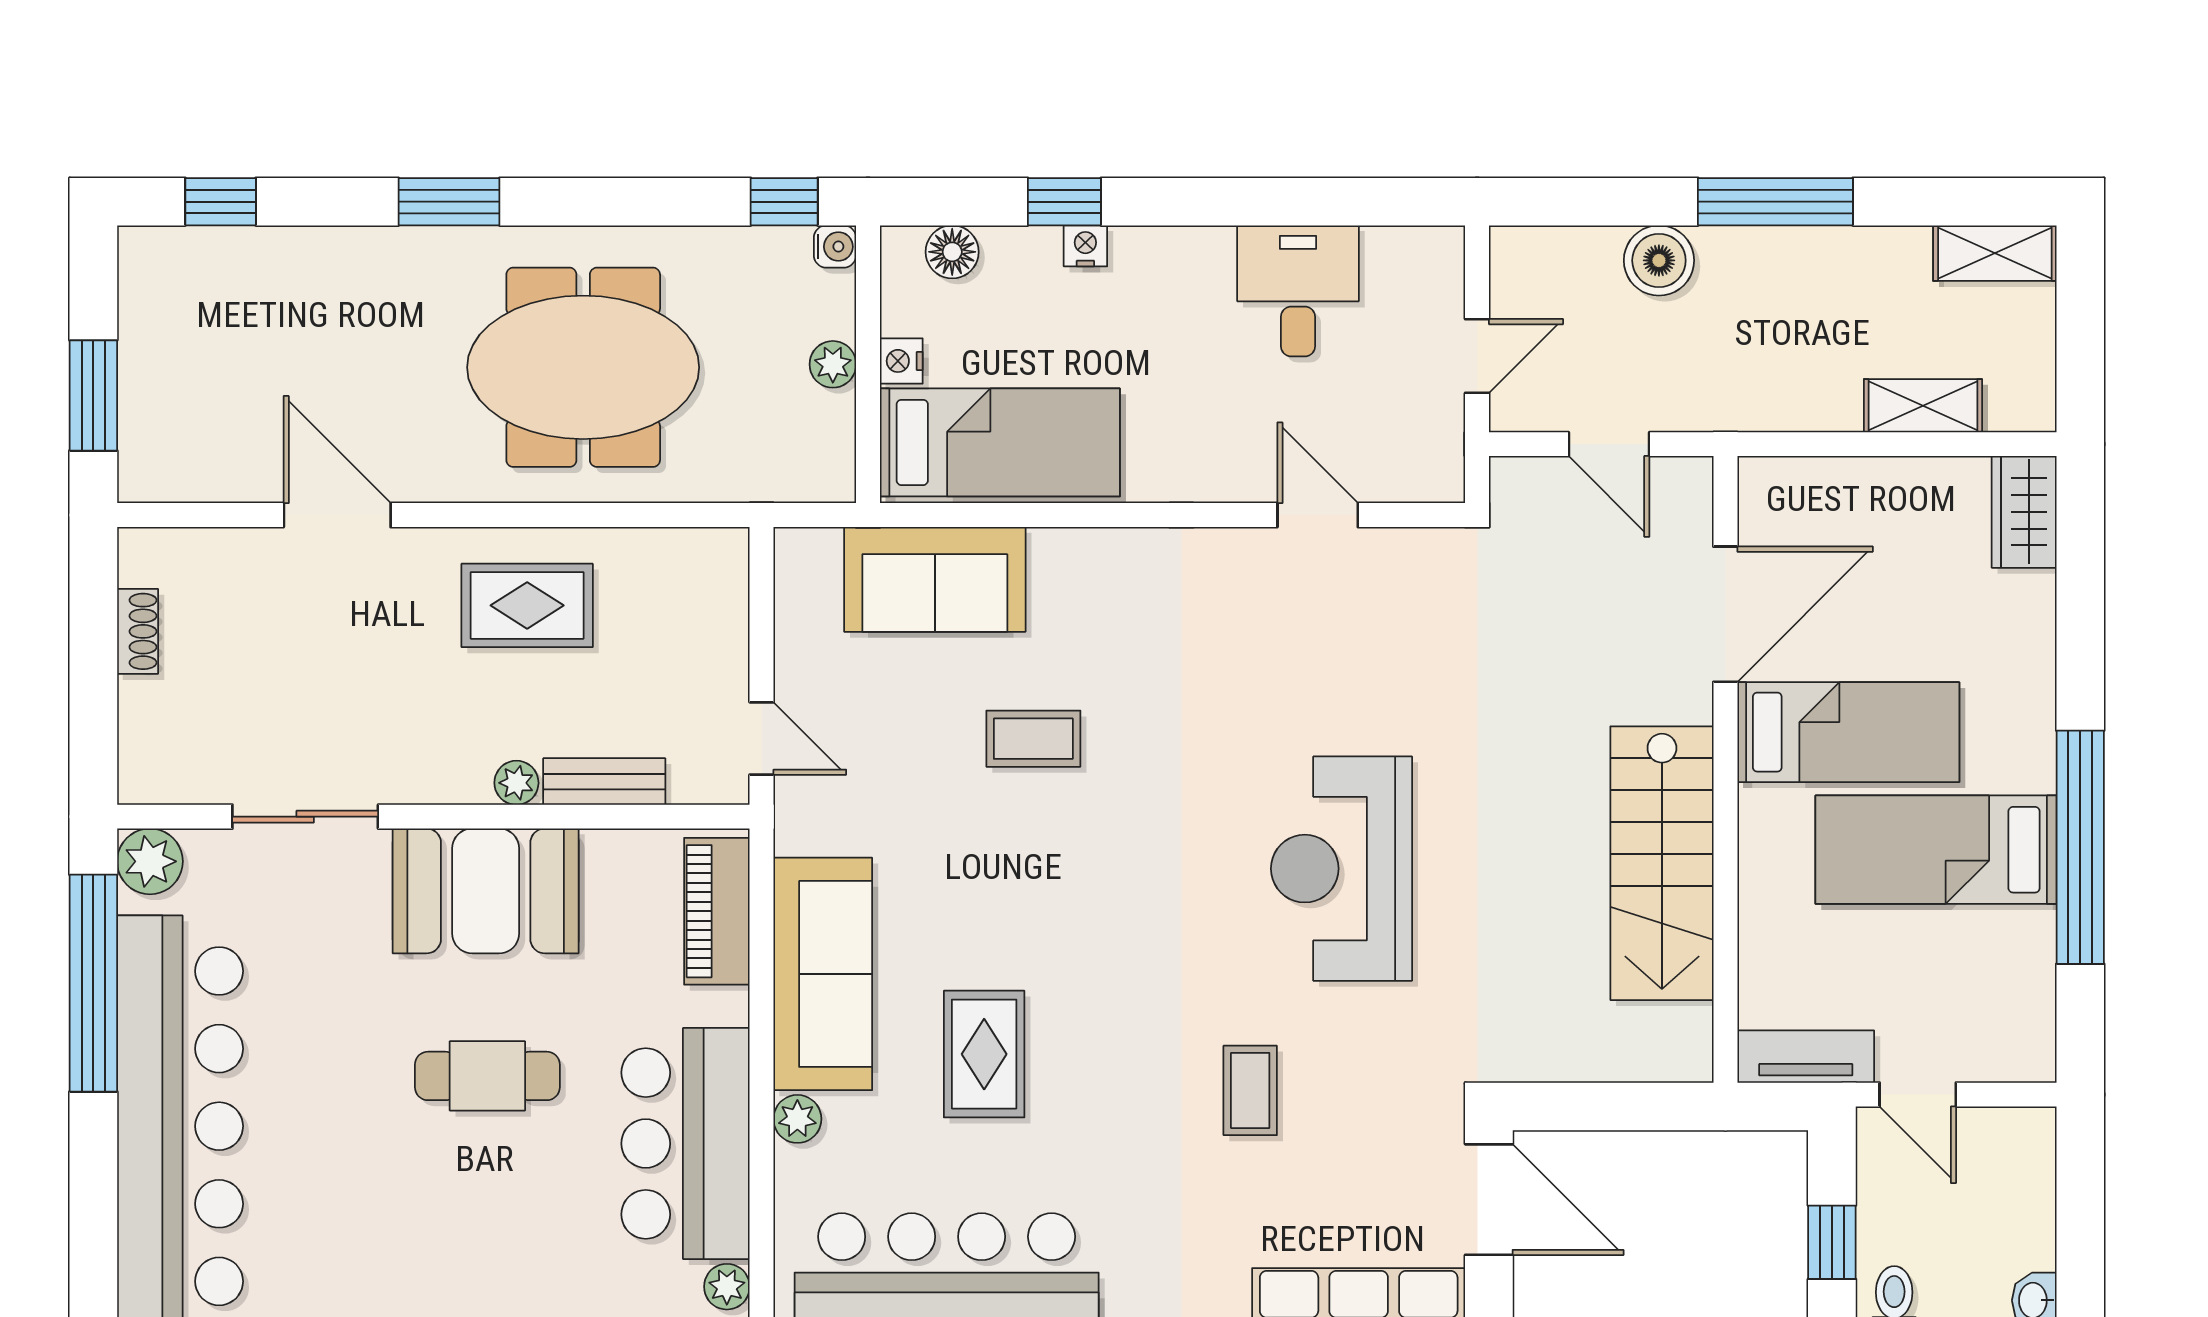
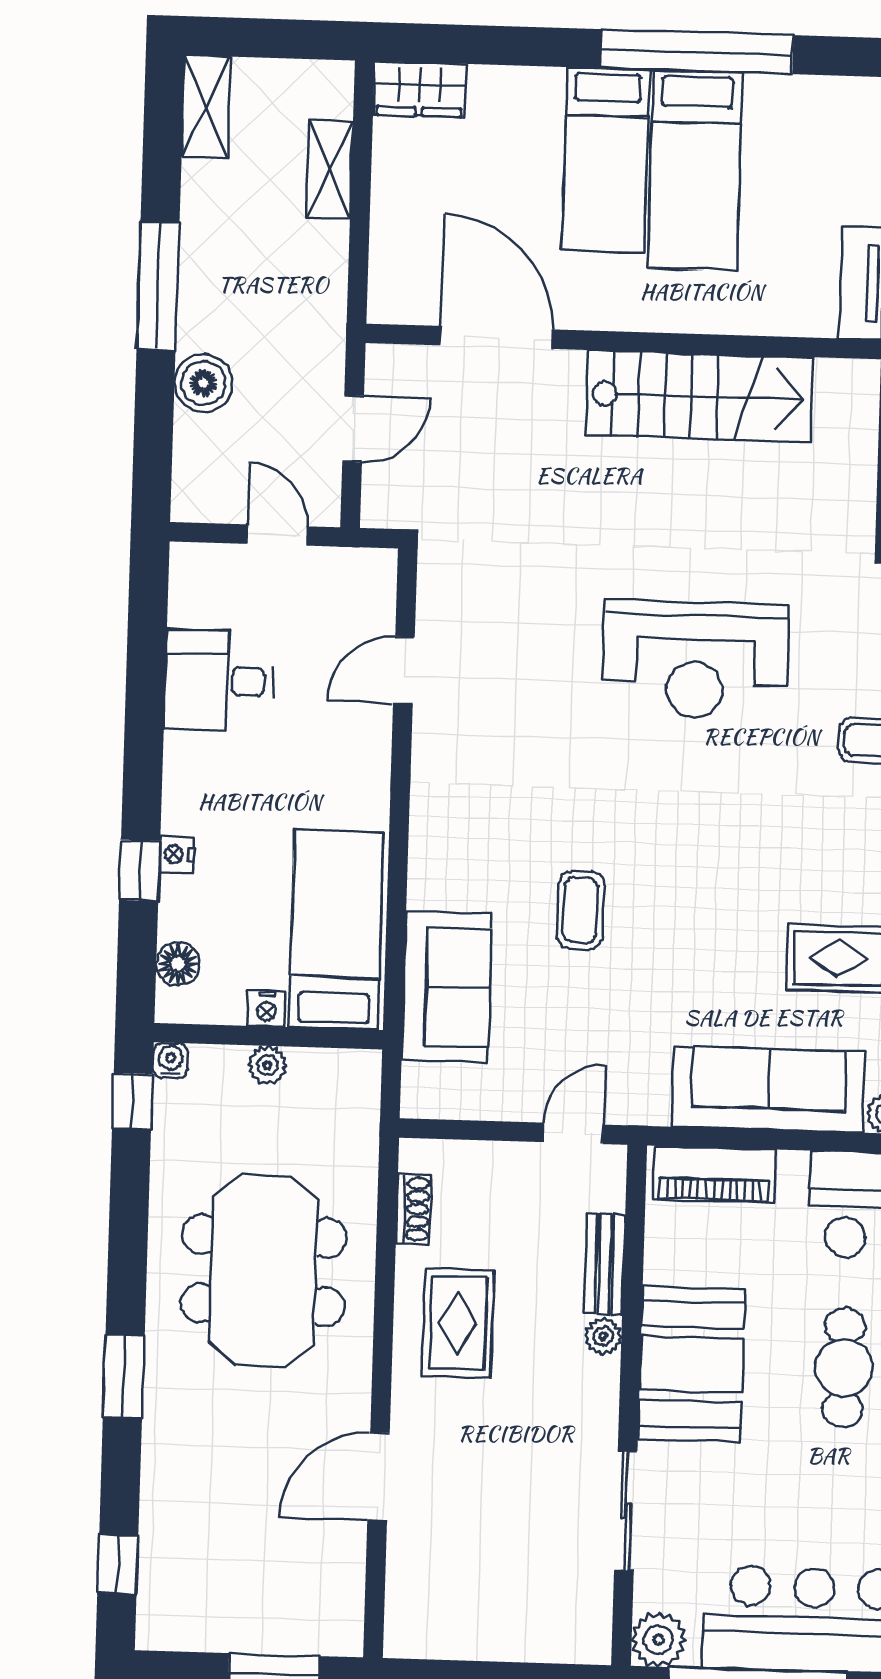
shoe rack: (138, 631) -> (414, 1209), moved, turned 90
bed: (1848, 732) -> (606, 160), moved, turned 180

